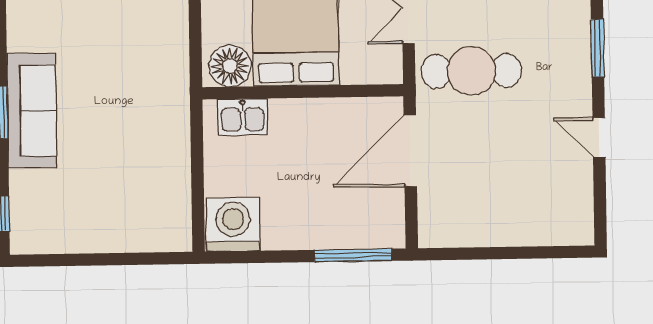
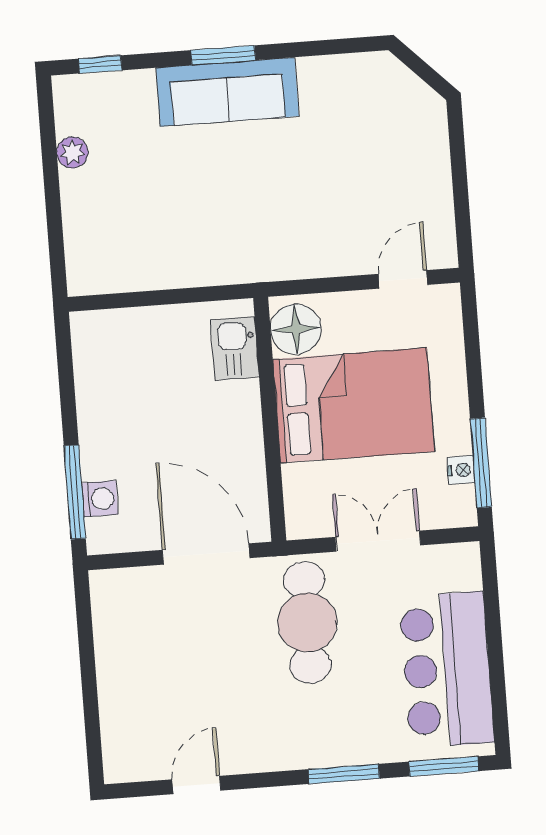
door: (599, 137) -> (196, 785), moved
washing machine: (233, 225) -> (100, 499), moved, width x0.53, depth x0.53
plant: (74, 241) -> (72, 152), added

